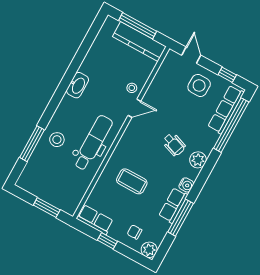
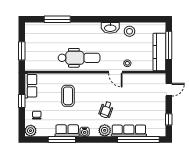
side table: (199, 85) -> (152, 105), removed
row of seats: (226, 110) -> (129, 131), moved
stool: (57, 140) -> (130, 31), moved

